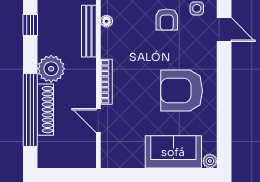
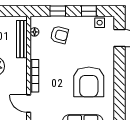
armchair: (167, 20) -> (59, 35), moved, turned -75
armchair: (182, 91) -> (89, 82), turned -90

